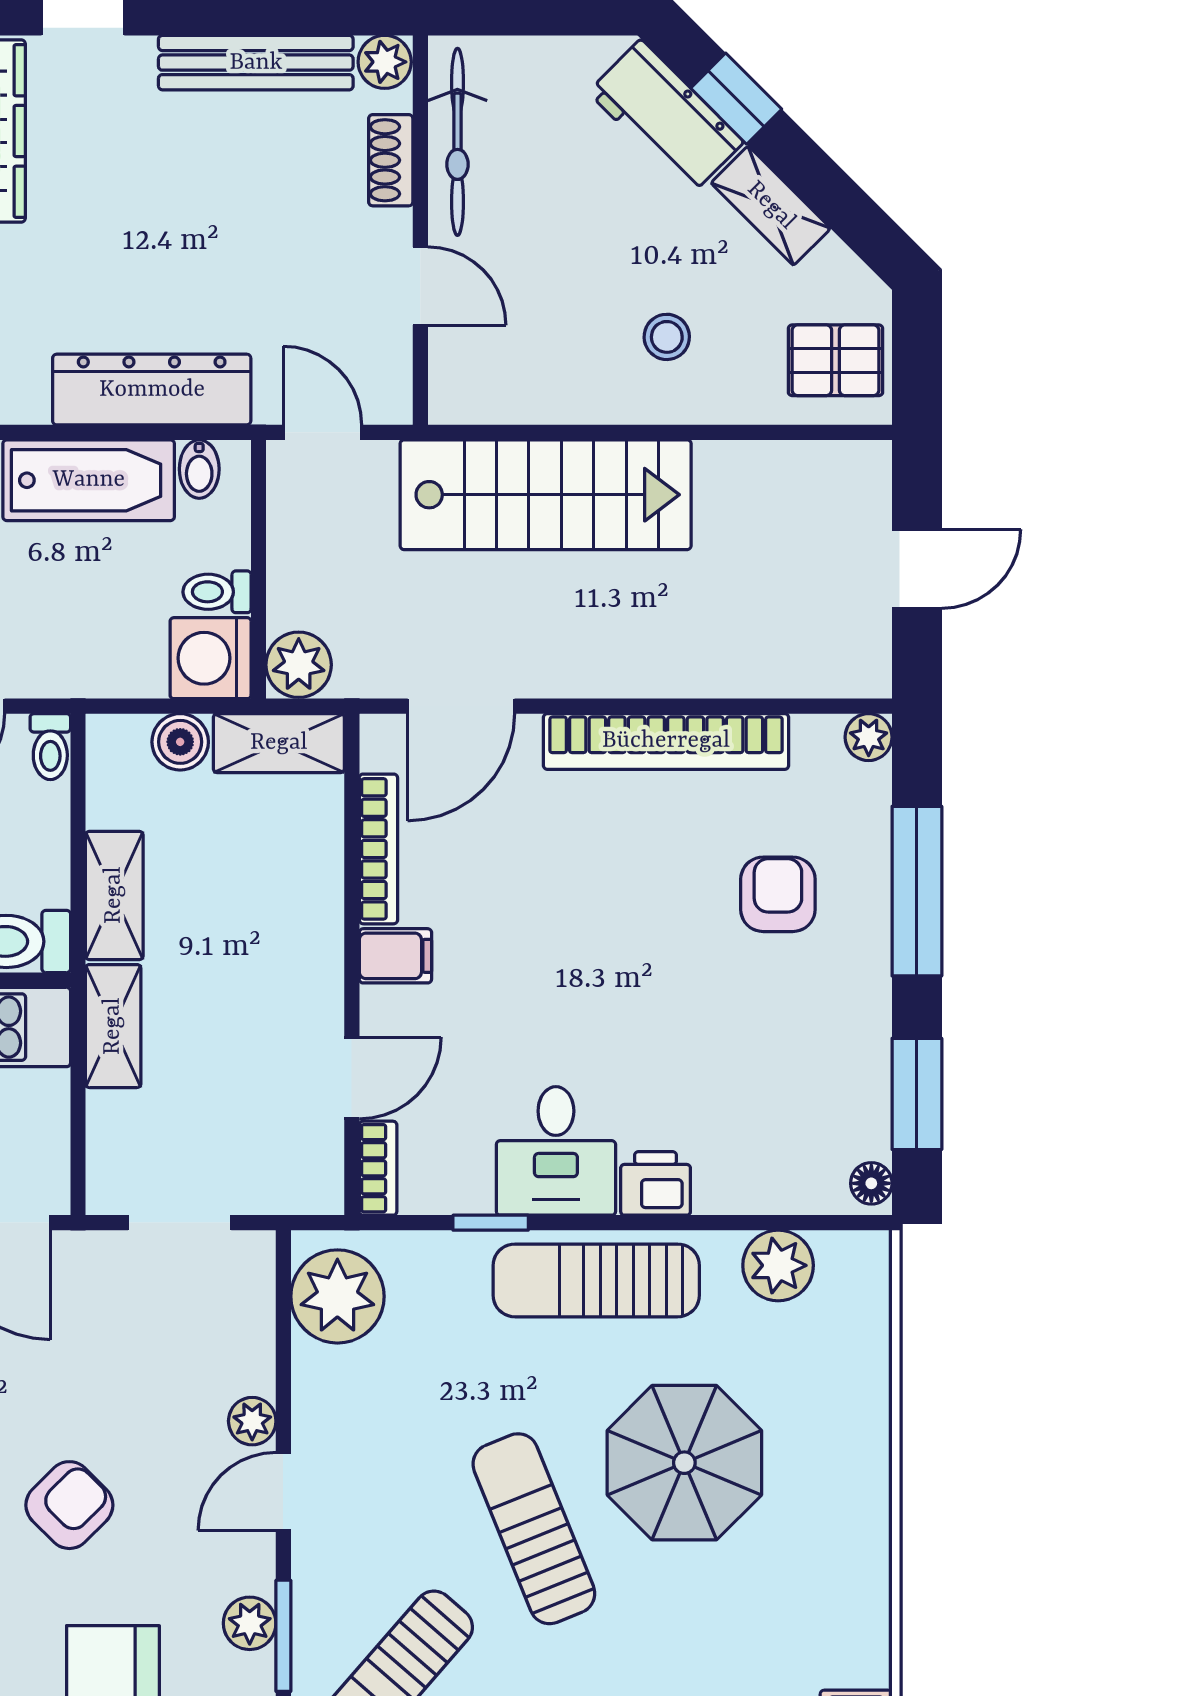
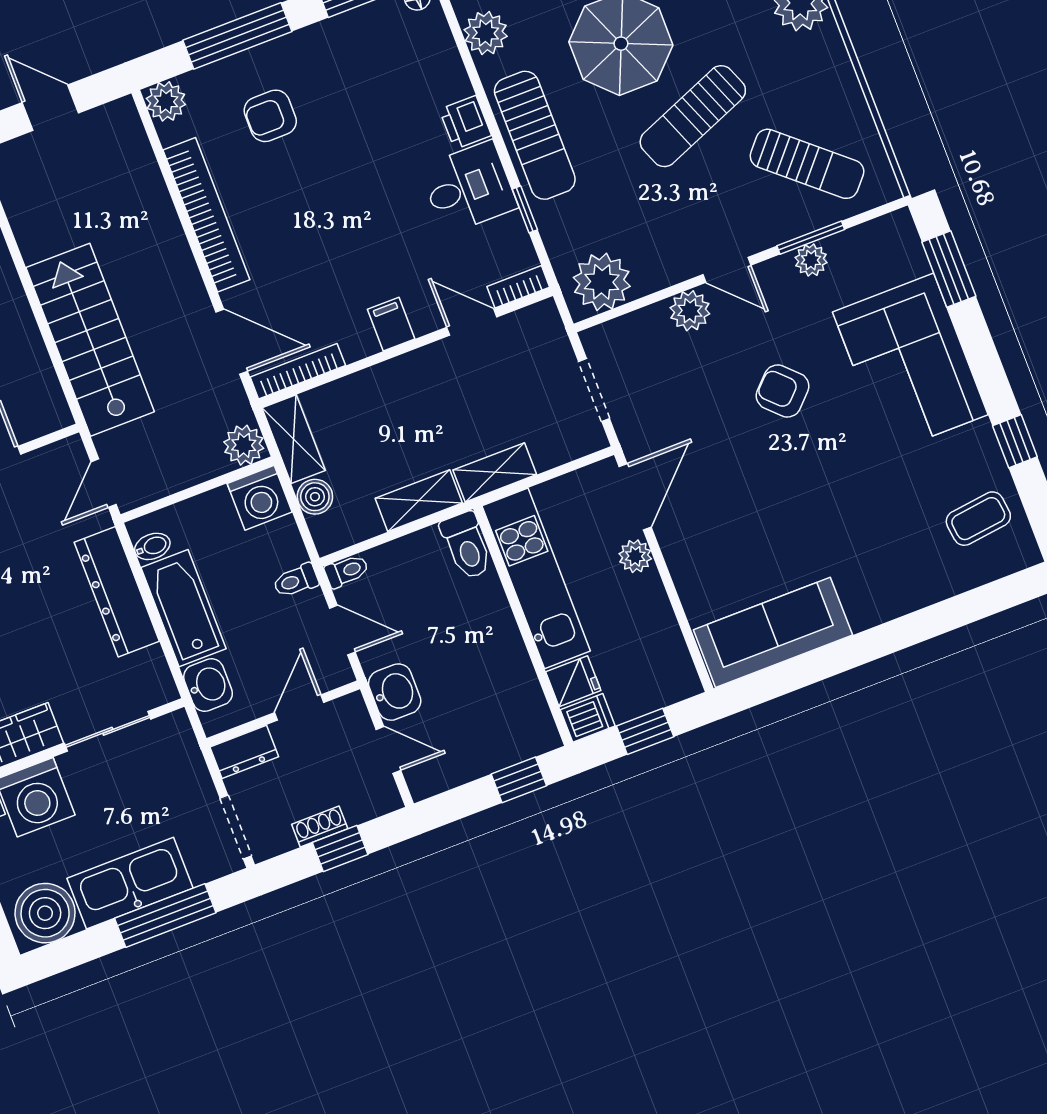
toilet: (217, 592) -> (296, 581), moved, turned 90
plant: (869, 737) -> (166, 101), width x1.38, depth x1.38
bookcase: (378, 849) -> (298, 371), moved
plant: (252, 1421) -> (690, 311), width x1.38, depth x1.38

